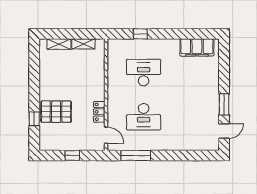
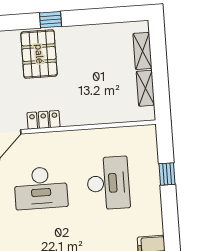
desk: (144, 117) -> (41, 188), turned -90
window: (34, 119) -> (50, 20), moved

